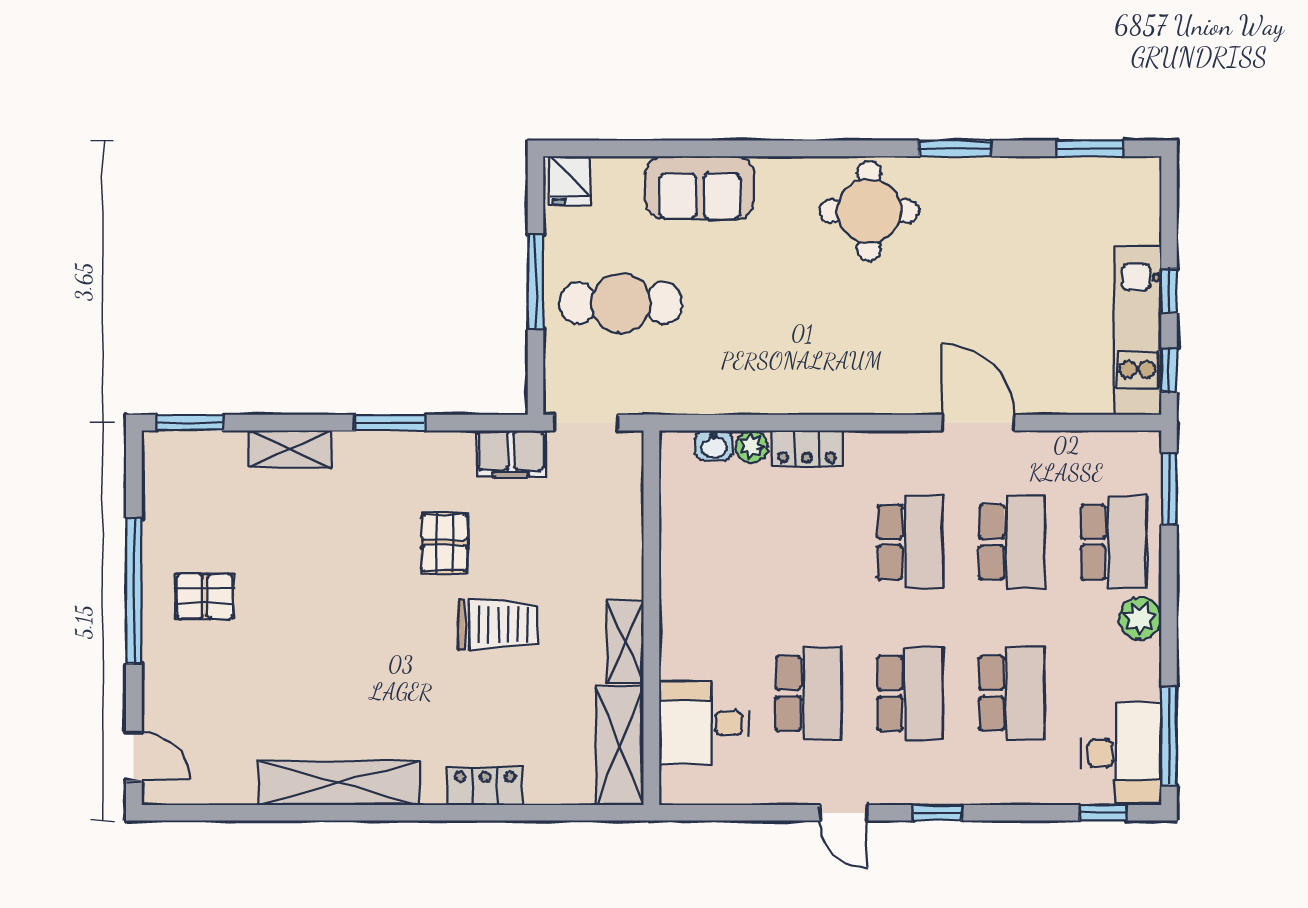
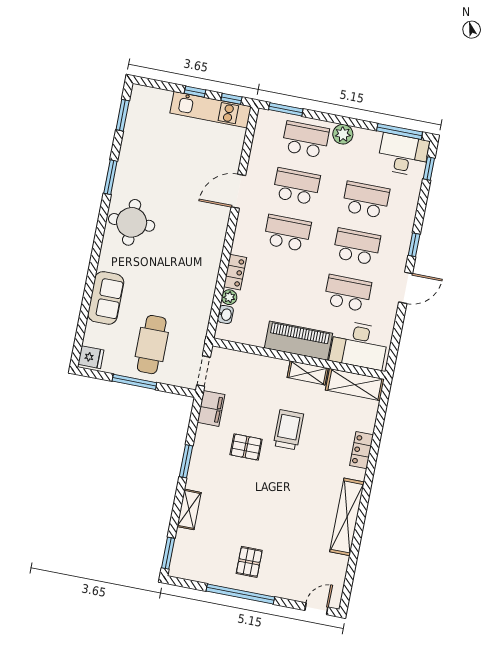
piano: (689, 609) -> (299, 341), added
desk: (704, 723) -> (359, 345), width x1.37
door: (843, 813) -> (406, 288), width x1.38

